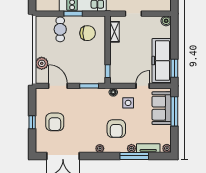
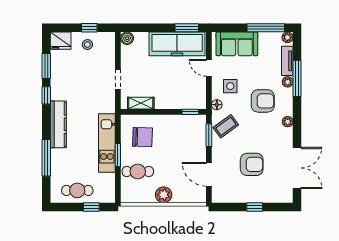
chair: (88, 33) -> (142, 137), turned 92
plant: (42, 63) -> (164, 195), moved
door: (58, 86) -> (209, 174), hinge flipped
coffee table: (96, 99) -> (226, 126), added
window: (174, 111) -> (266, 28), moved
armchair: (55, 122) -> (252, 164), moved

